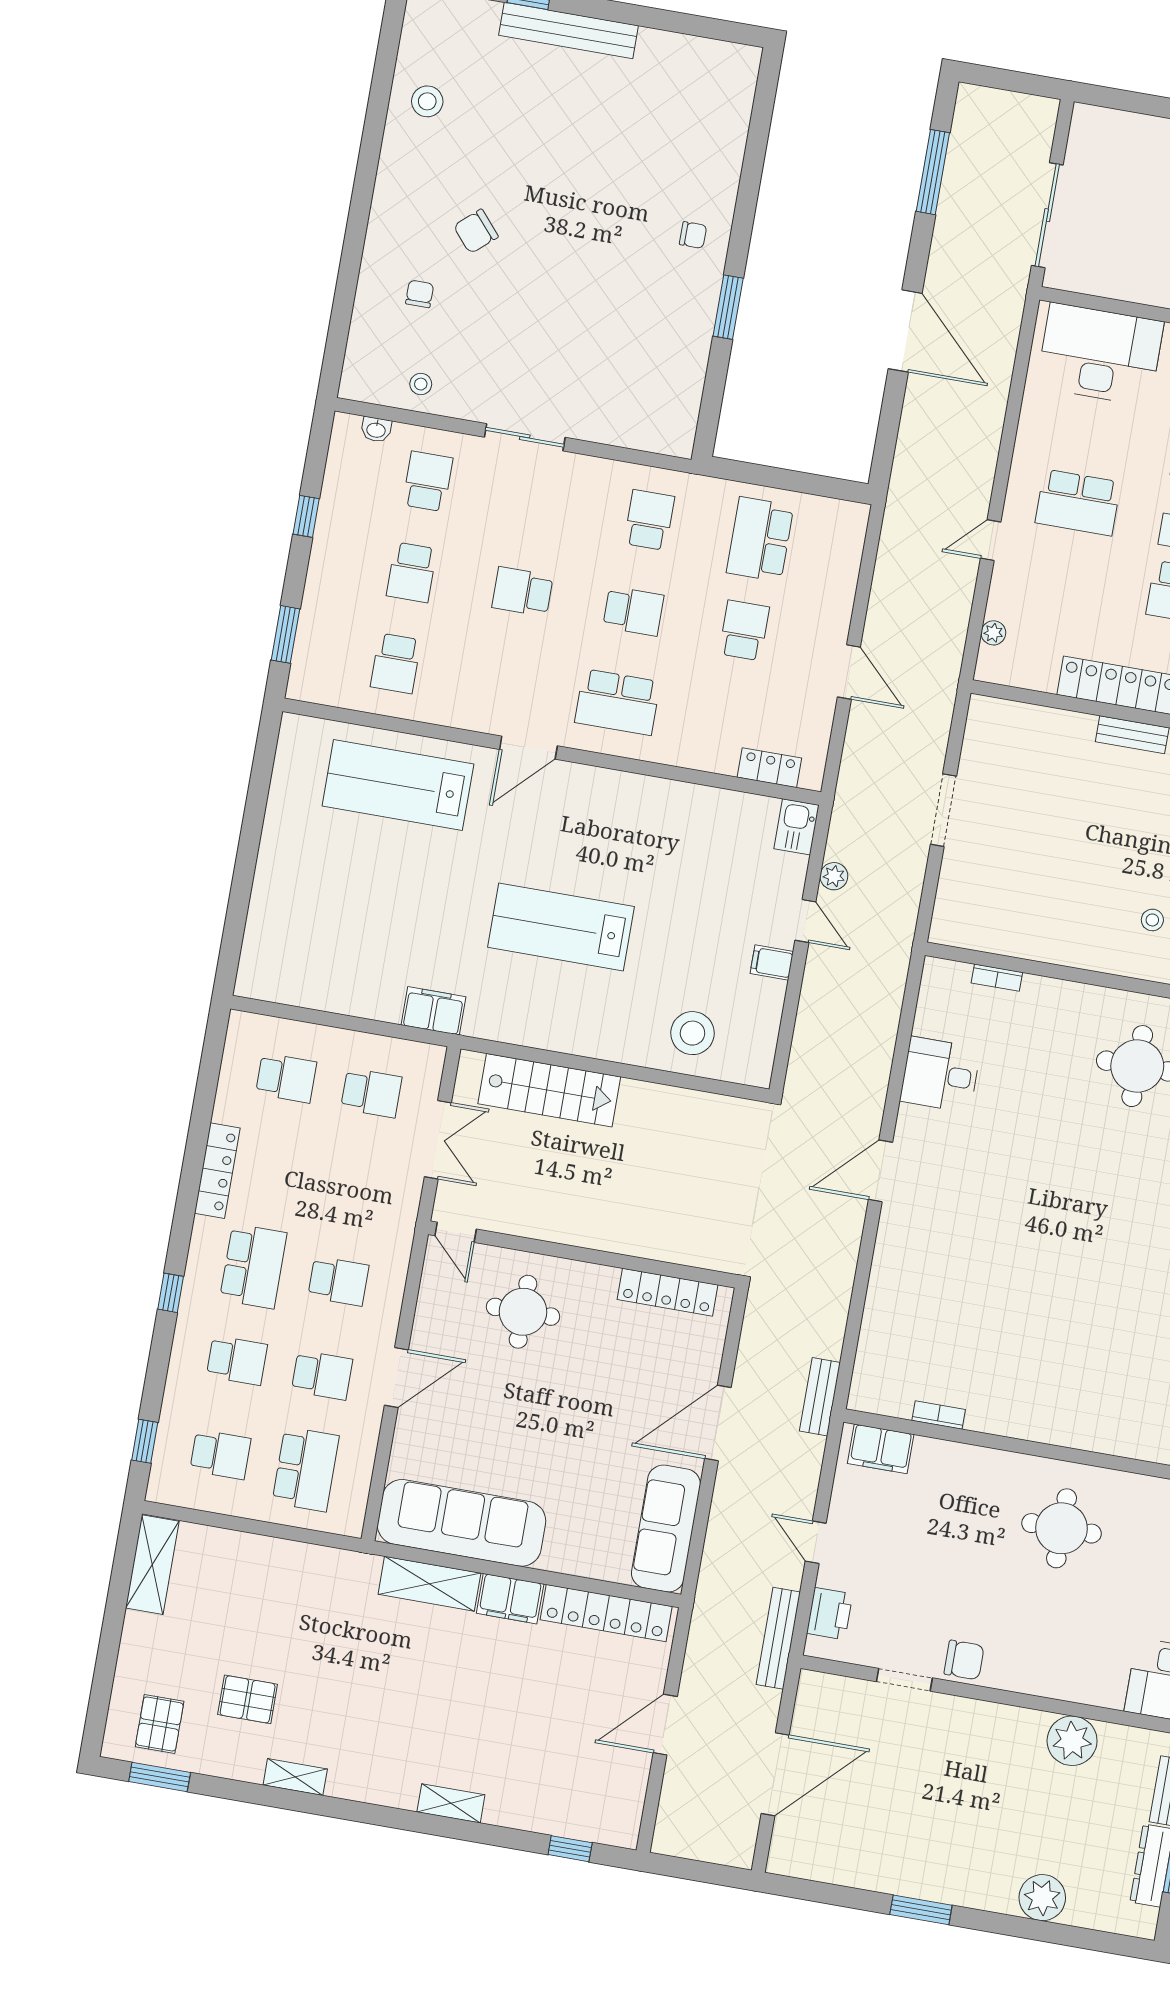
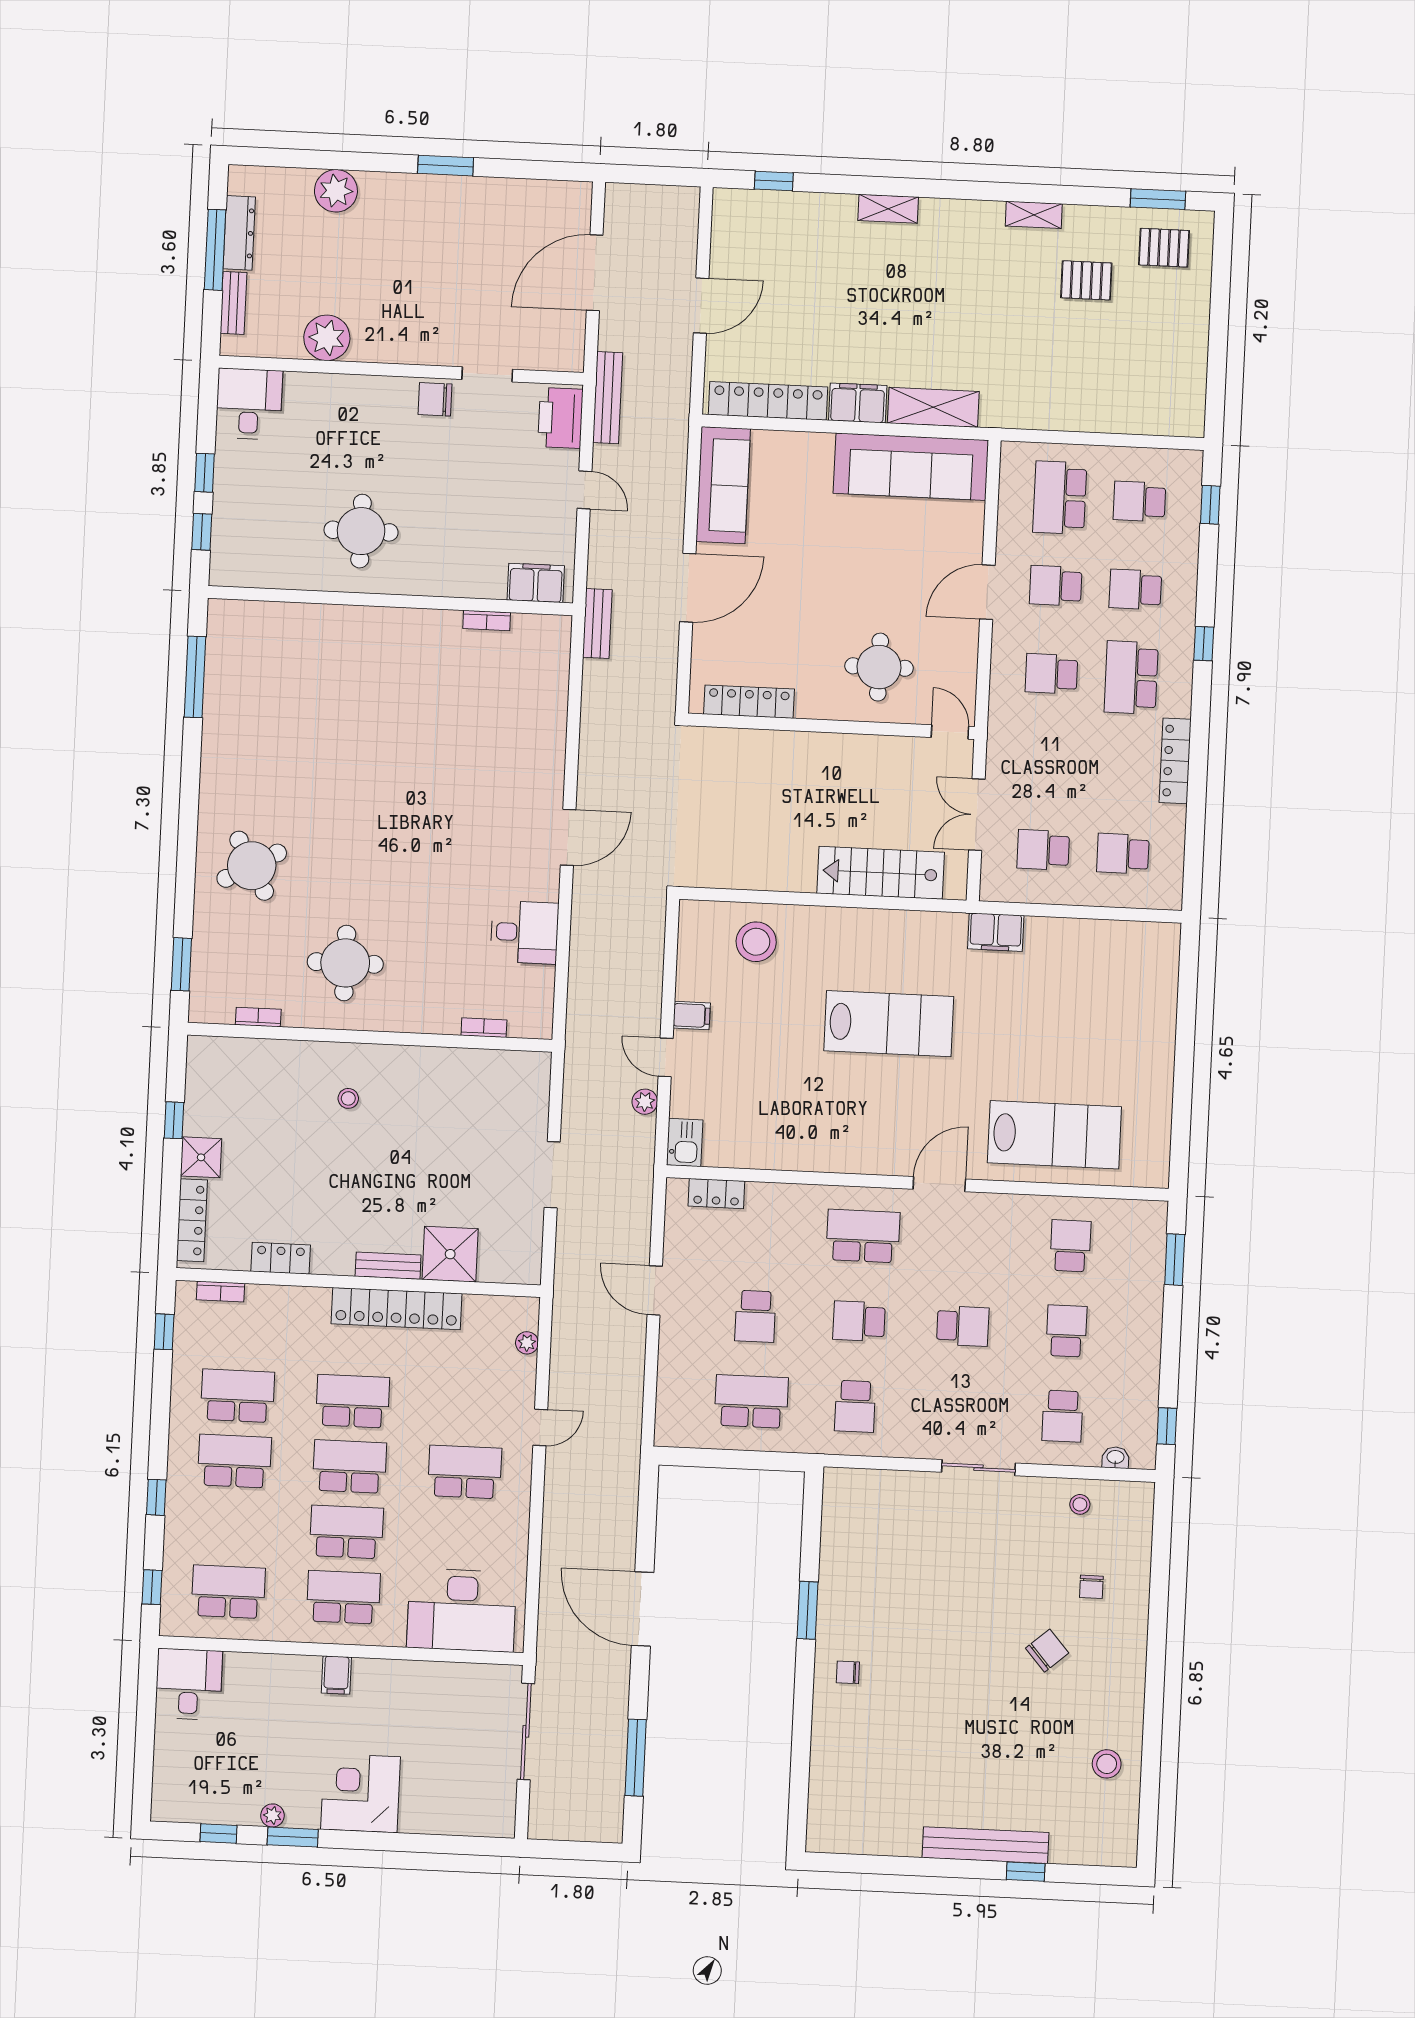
window: (306, 516) -> (1167, 1426), moved
school desk: (760, 539) -> (751, 1401), turned -90
shower: (1064, 739) -> (450, 1254), added
shelving: (152, 1565) -> (1189, 393), removed
printer: (830, 1614) -> (560, 418), width x1.37, depth x1.19
pallet: (160, 1724) -> (1164, 248), turned 90

